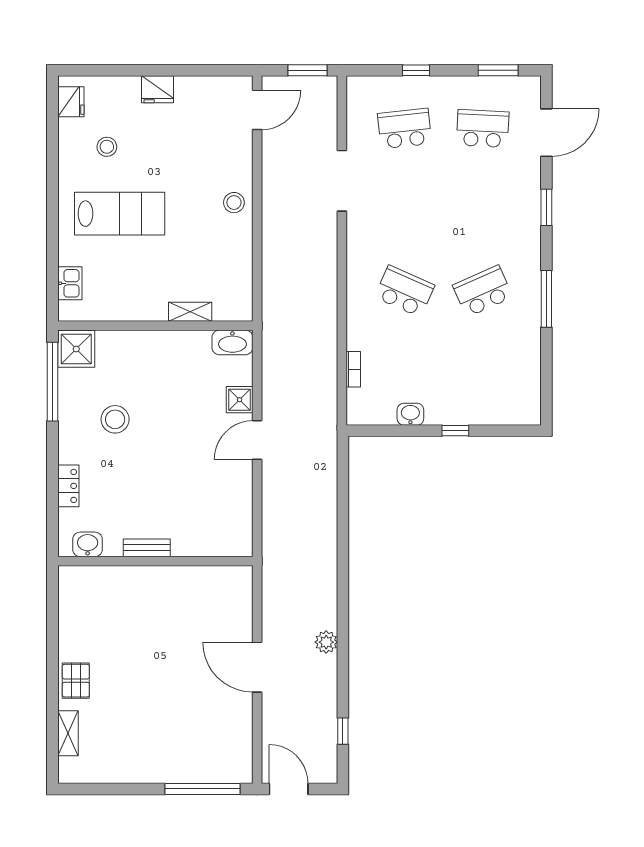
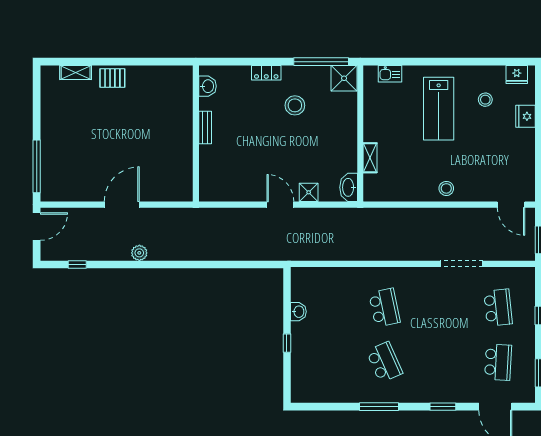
fridge: (157, 89) -> (525, 116), moved
school desk: (405, 291) -> (384, 308), turned -36
bookcase: (353, 369) -> (330, 272), removed
locker: (68, 486) -> (266, 73), moved

